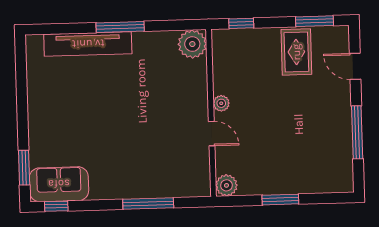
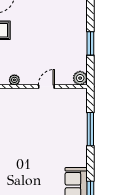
plant: (221, 103) -> (14, 80), moved

